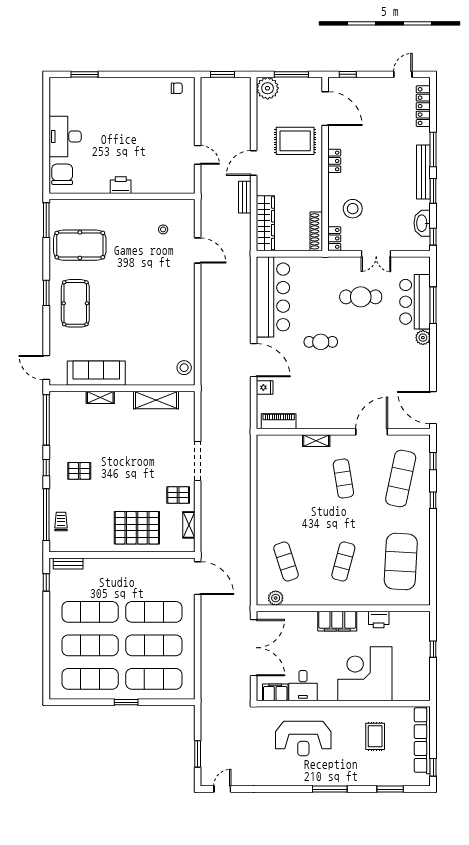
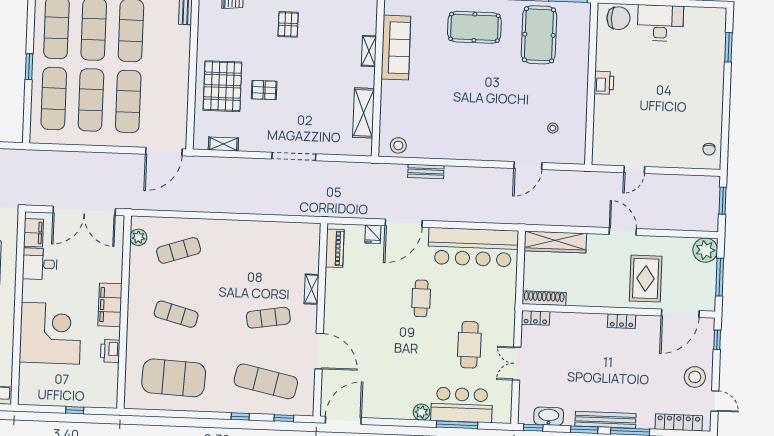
bench: (245, 197) -> (426, 171), moved
stool: (353, 209) -> (695, 377), moved
pallet: (178, 495) -> (264, 90), moved, turned 90

